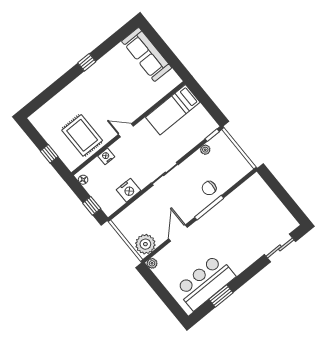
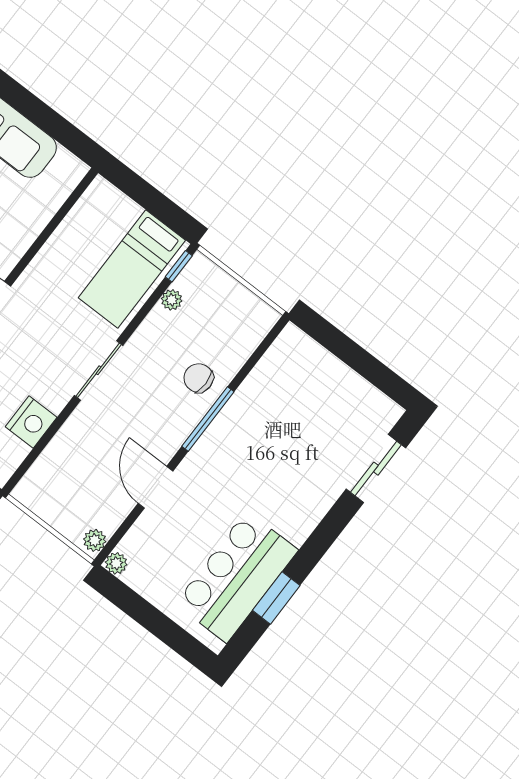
bed: (173, 110) -> (132, 269), moved
chair: (209, 188) -> (199, 378), turned 90
plant: (145, 244) -> (95, 540), width x0.53, depth x0.53

